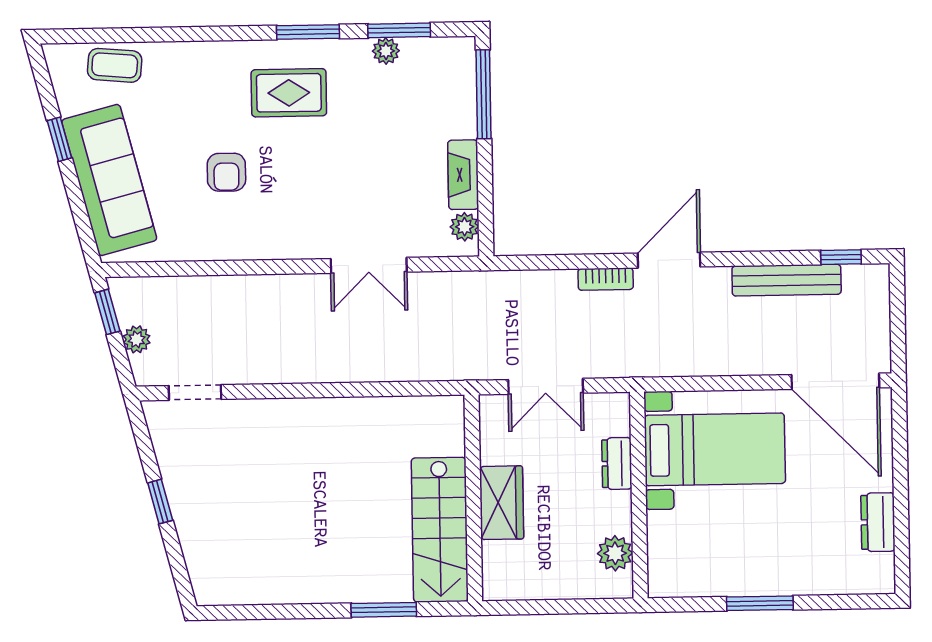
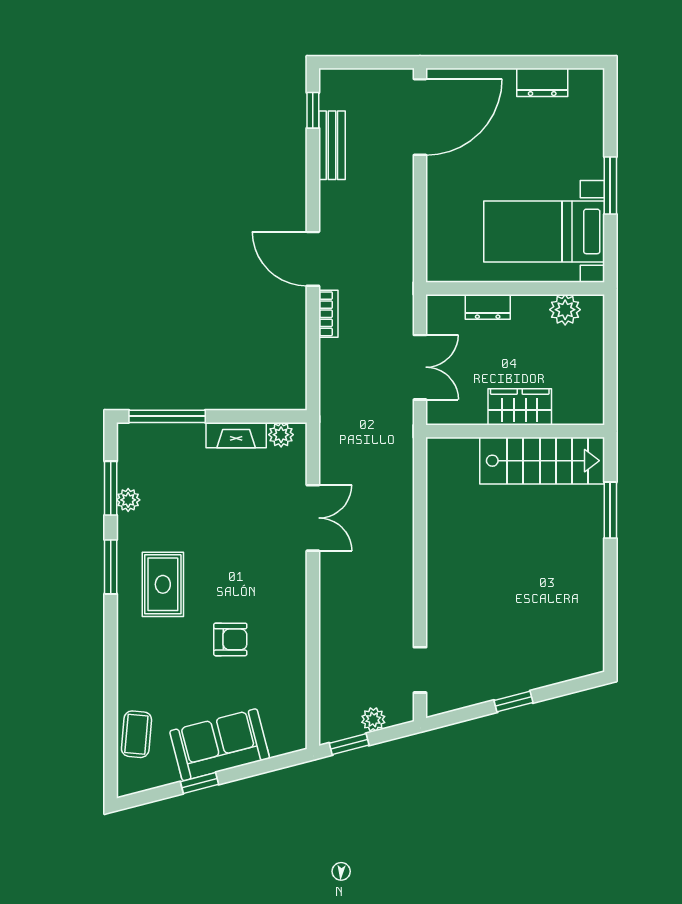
sofa: (109, 180) -> (220, 745), width x0.73
bench: (787, 280) -> (332, 145), width x0.73
bed with nightstands: (715, 449) -> (544, 231), moved, turned -90

